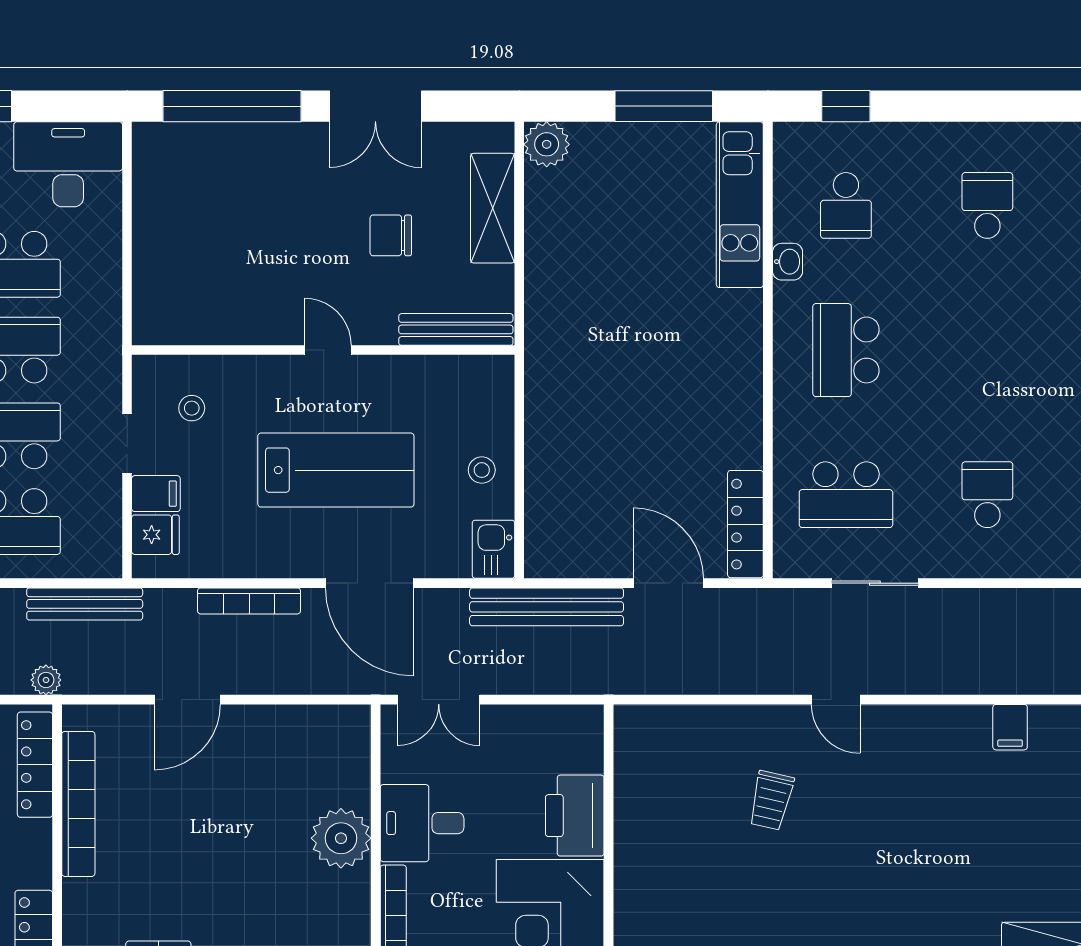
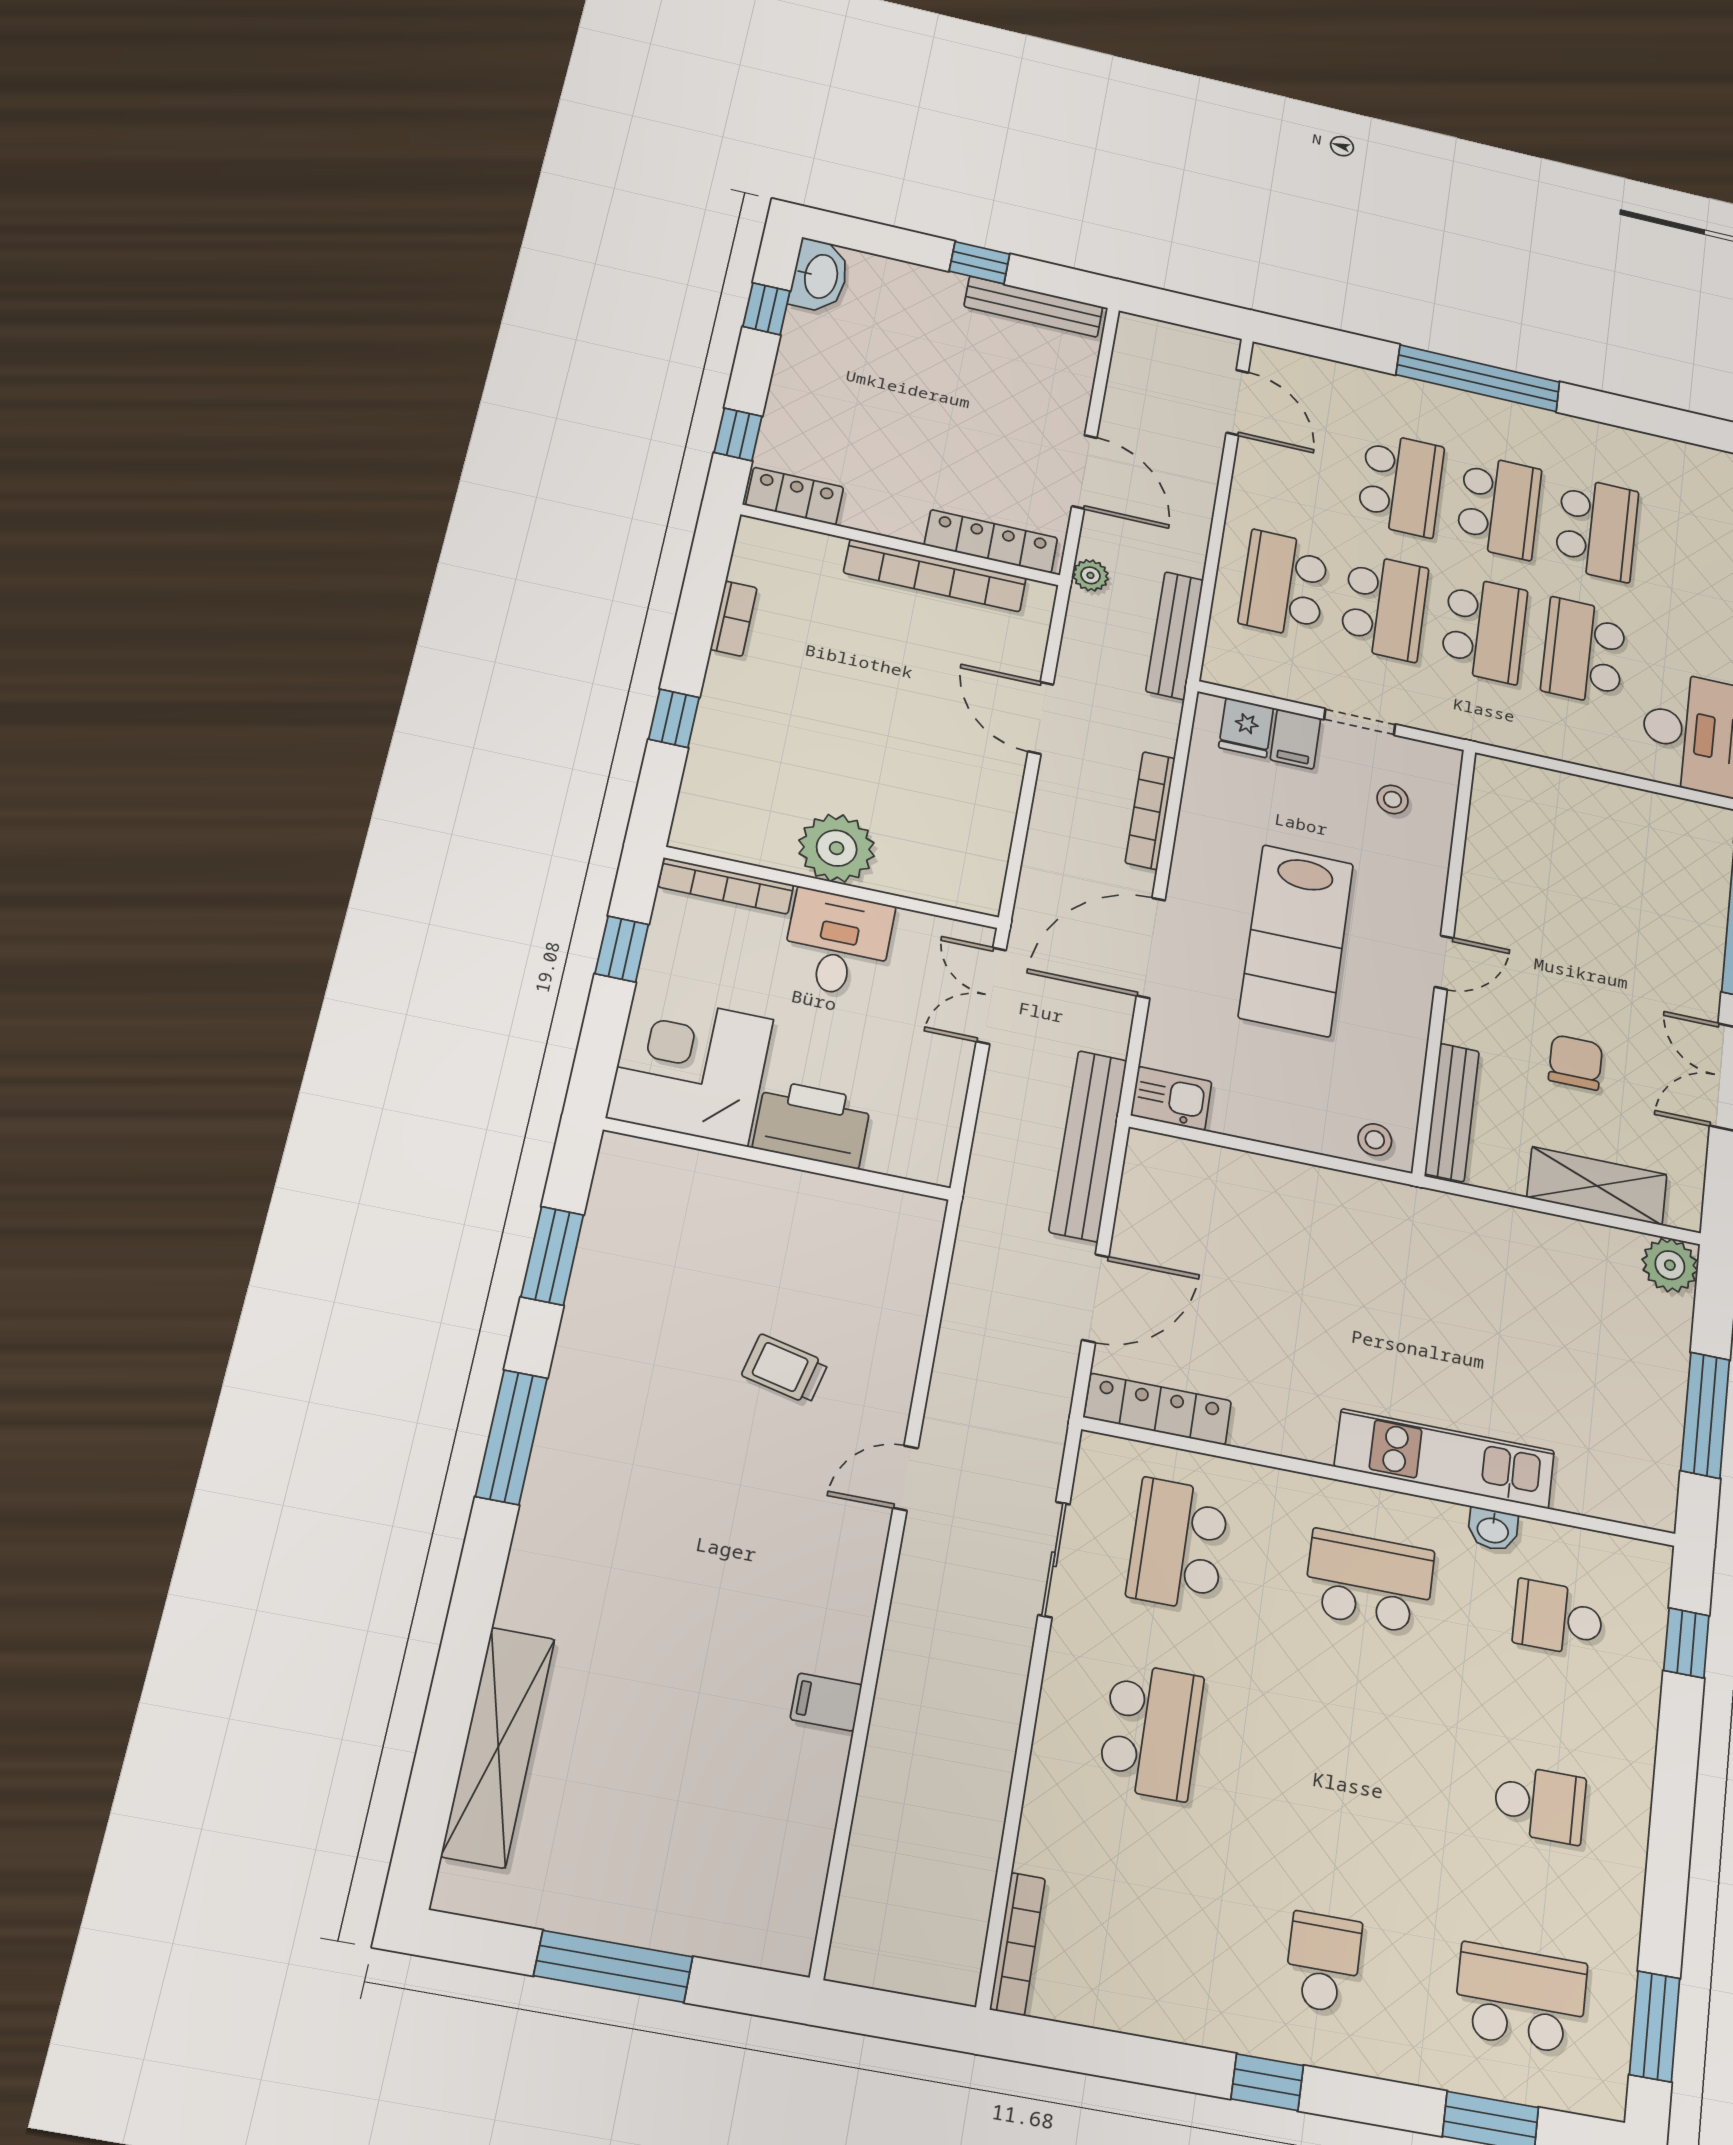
kitchen unit: (740, 205) -> (1445, 1459), moved
stool: (482, 470) -> (1375, 1140), moved
school desk: (987, 495) -> (1151, 1731), width x1.85

